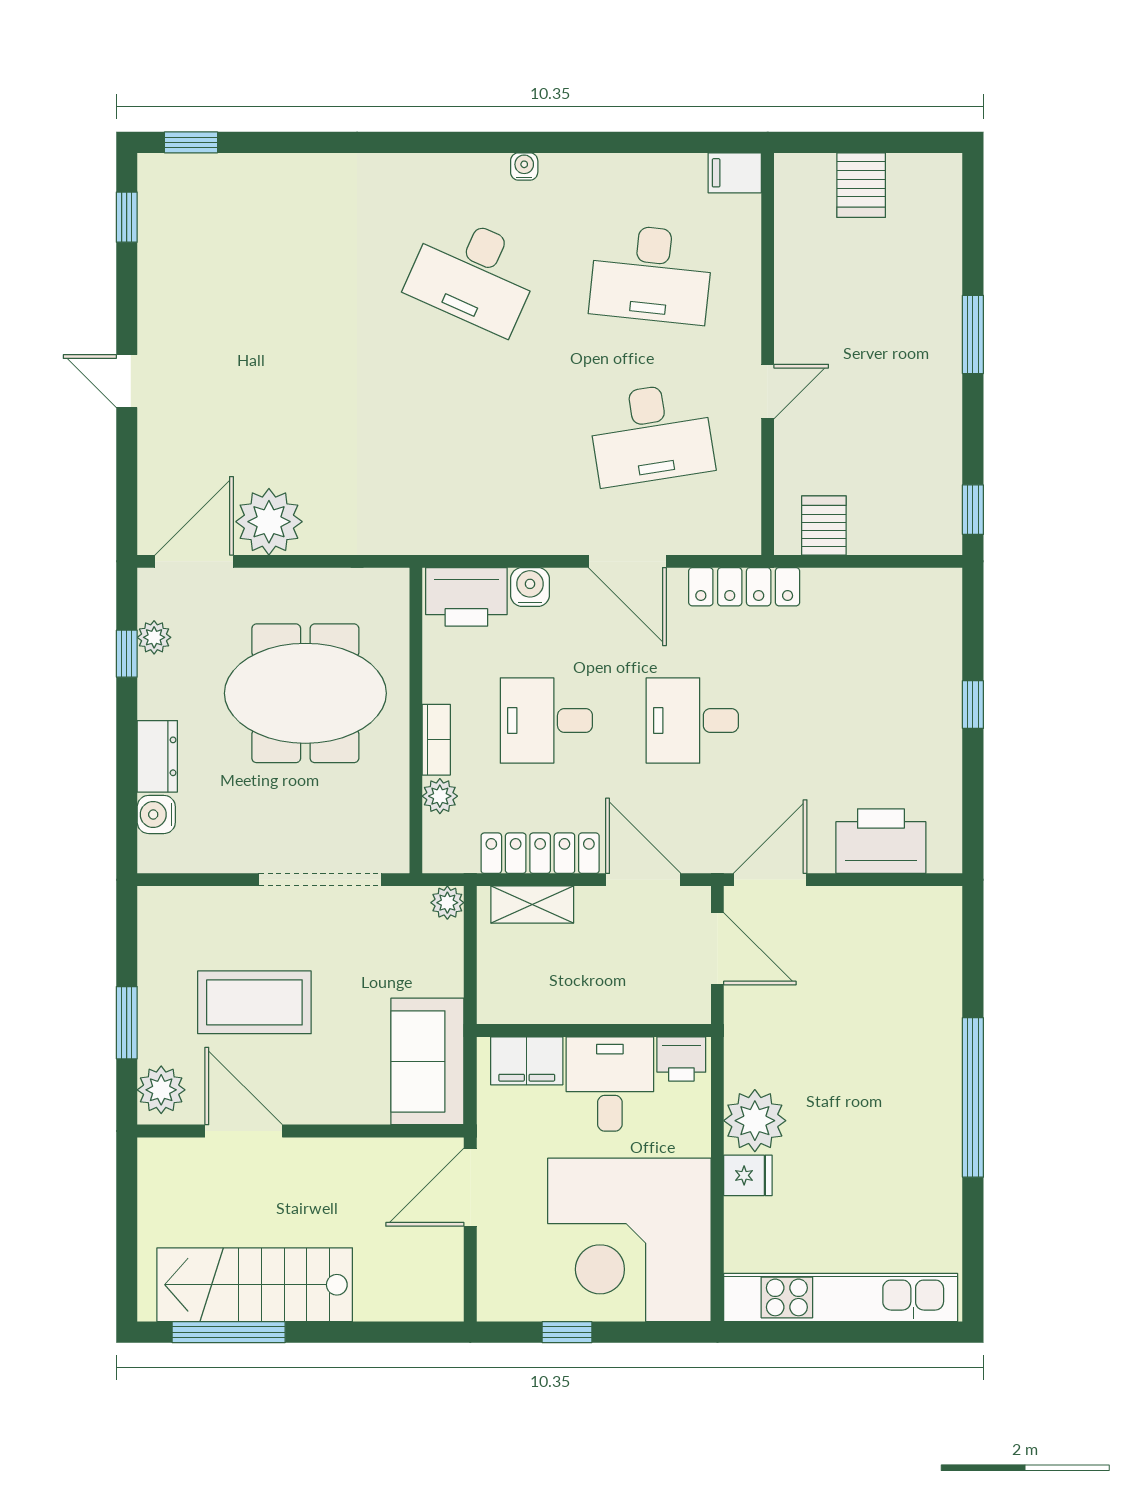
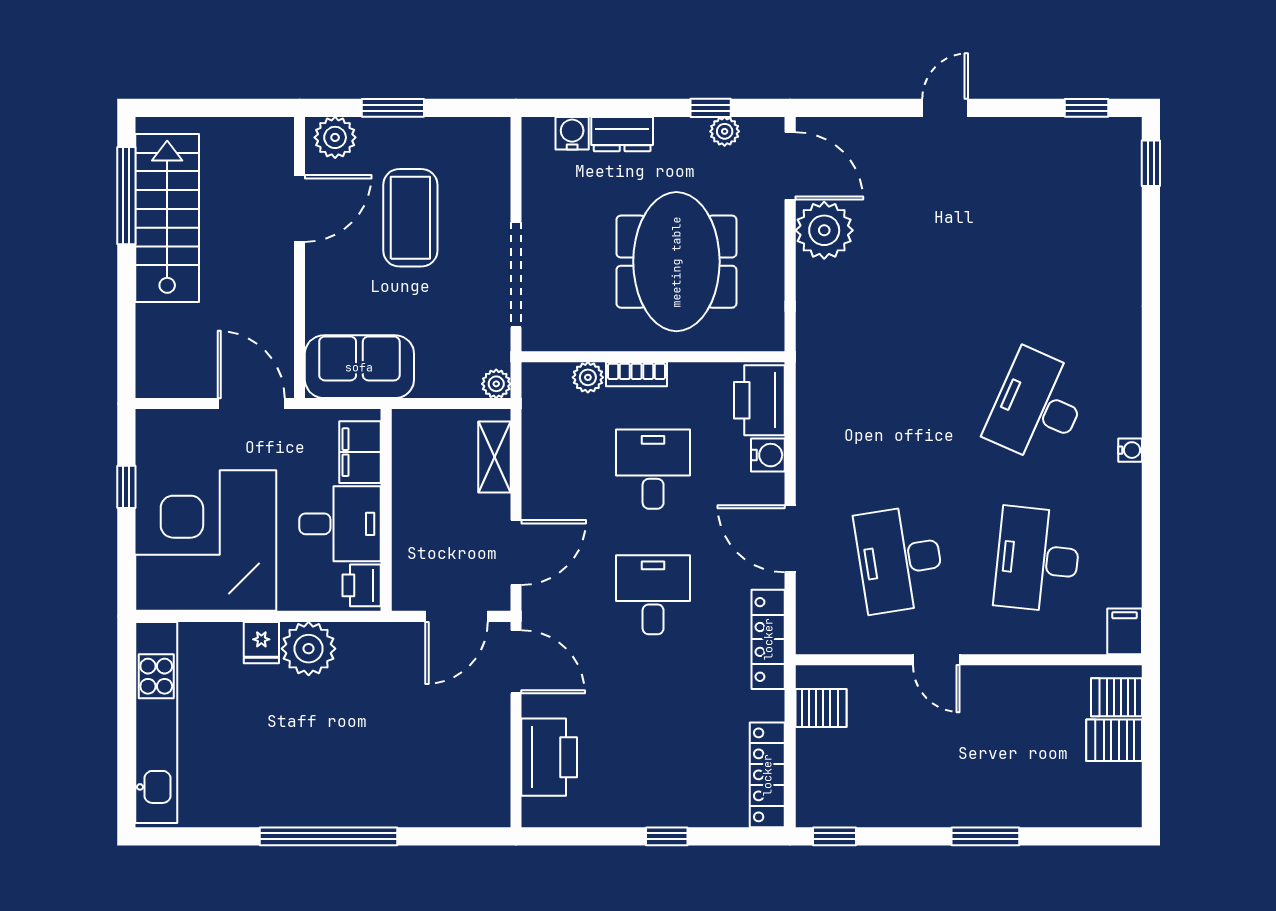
server rack: (811, 182) -> (1116, 697), added
door: (627, 561) -> (790, 539), hinge flipped
locker: (540, 853) -> (767, 775), moved, turned 180

